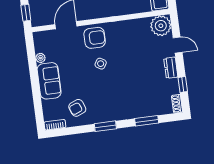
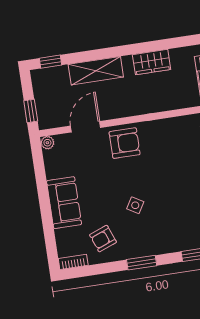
plant: (40, 58) -> (47, 143), moved
side table: (101, 64) -> (135, 205), moved

